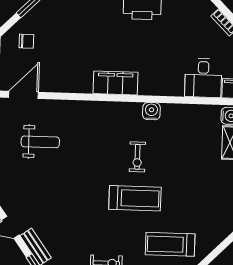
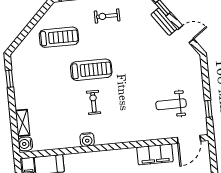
filing cabinet: (115, 83) -> (155, 154), moved
treadmill: (135, 198) -> (91, 70), turned 180

